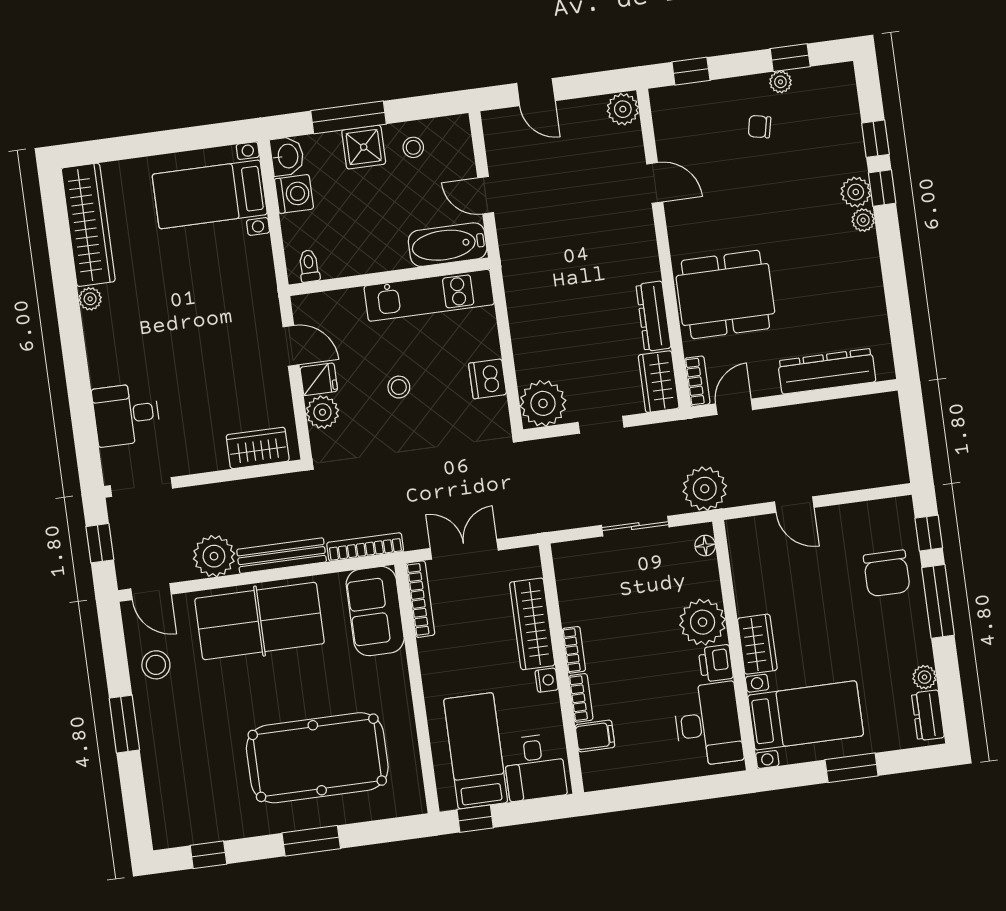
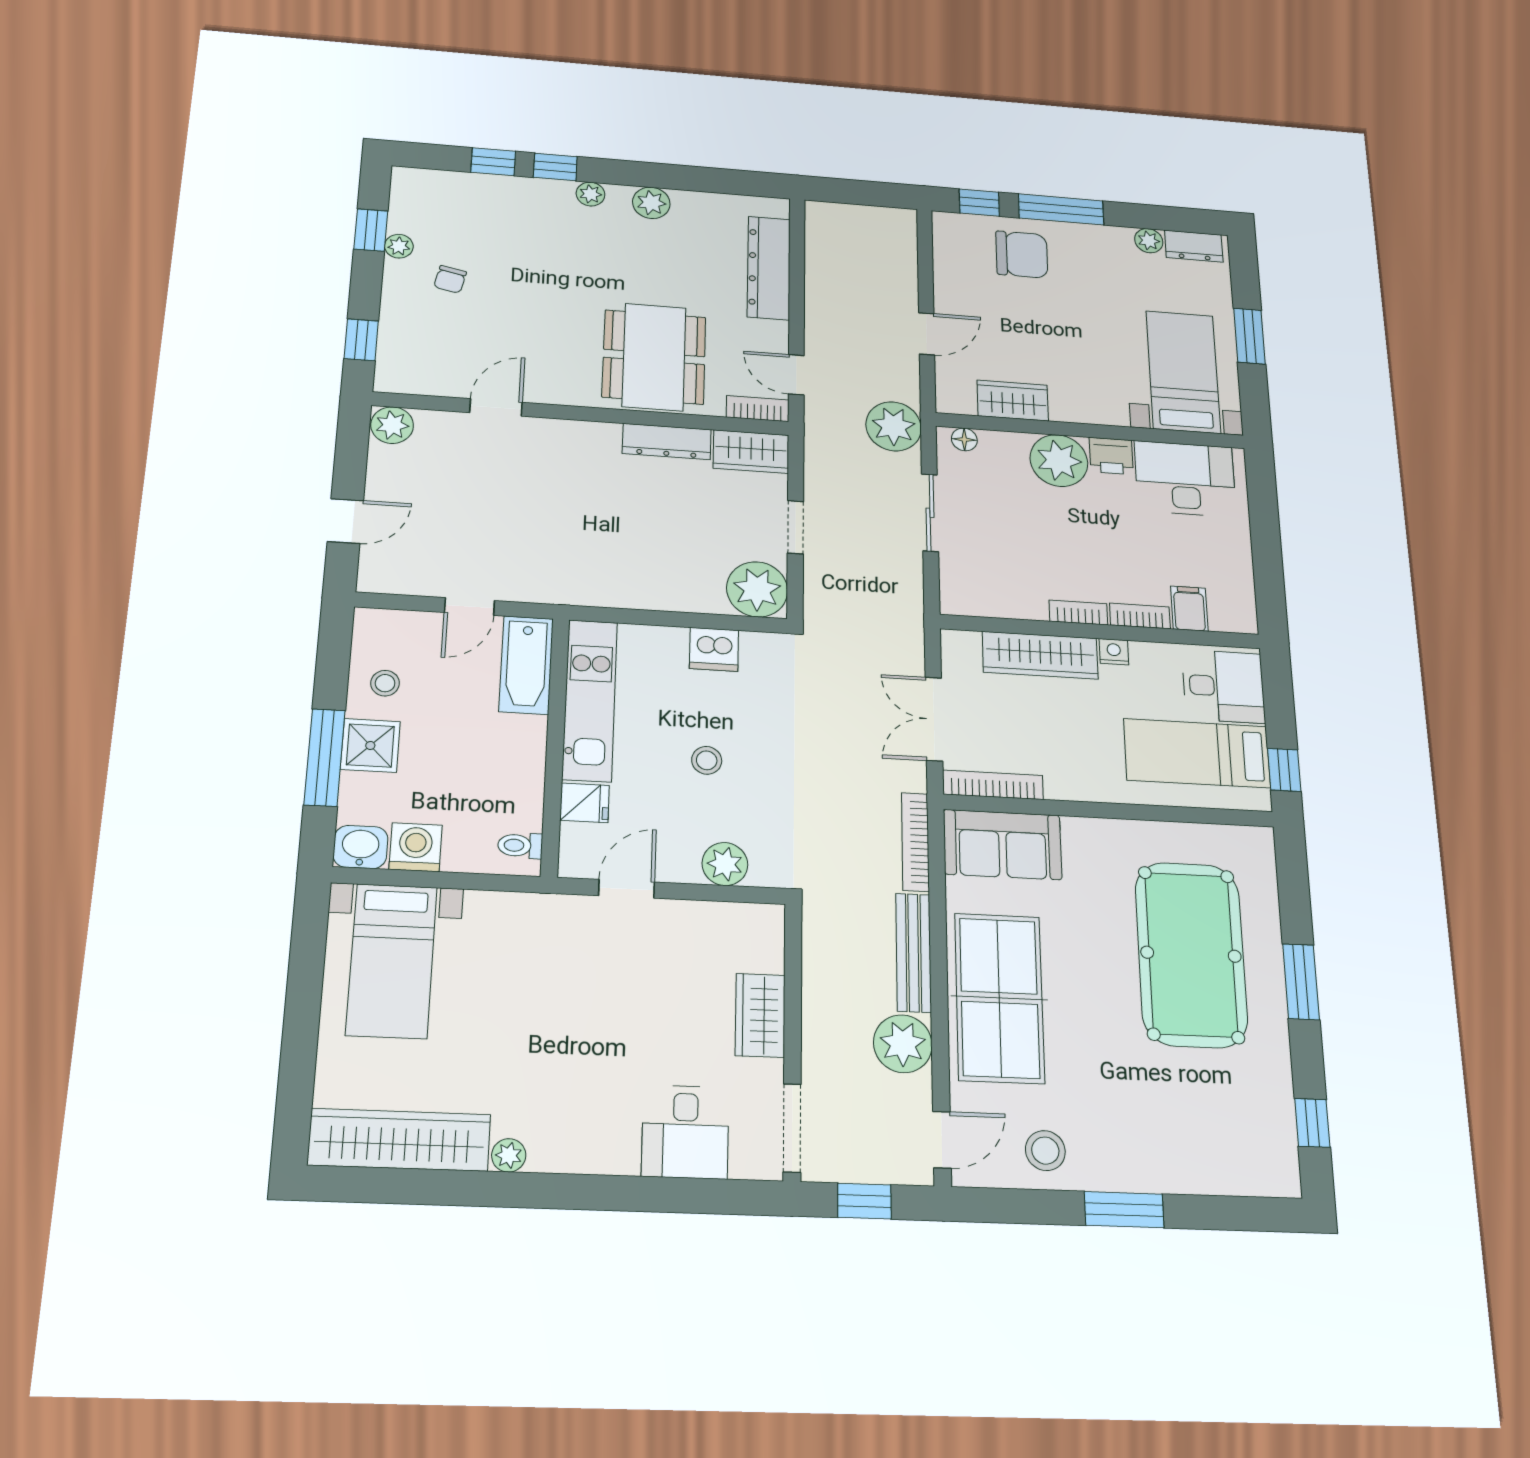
plant: (856, 192) -> (651, 203), moved
fridge: (319, 379) -> (585, 803), moved, turned 90
wardrobe: (258, 448) -> (760, 1015), moved
wardrobe: (757, 644) -> (1013, 401), moved

